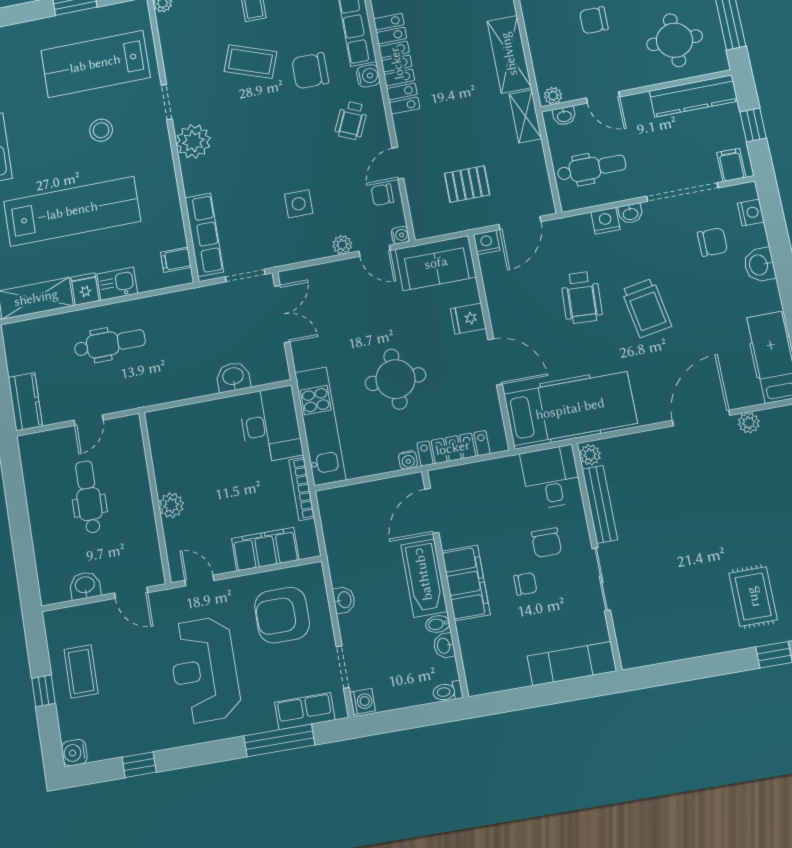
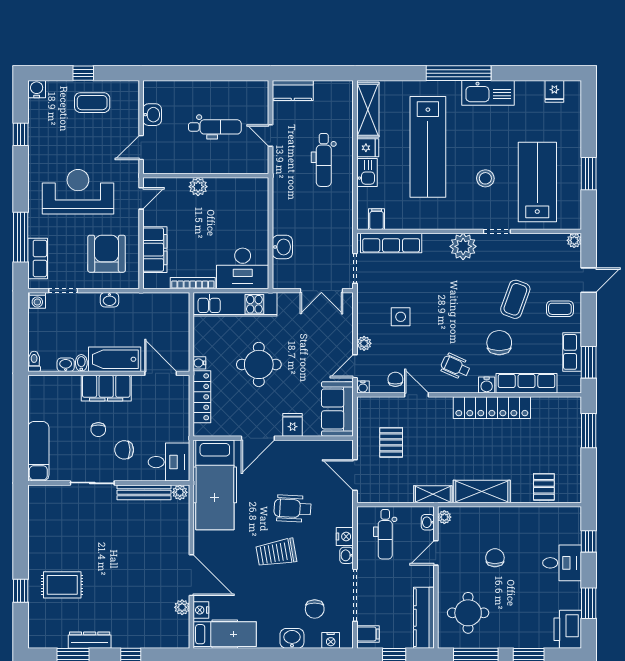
nightstand: (486, 243) -> (201, 610), moved, turned 180

